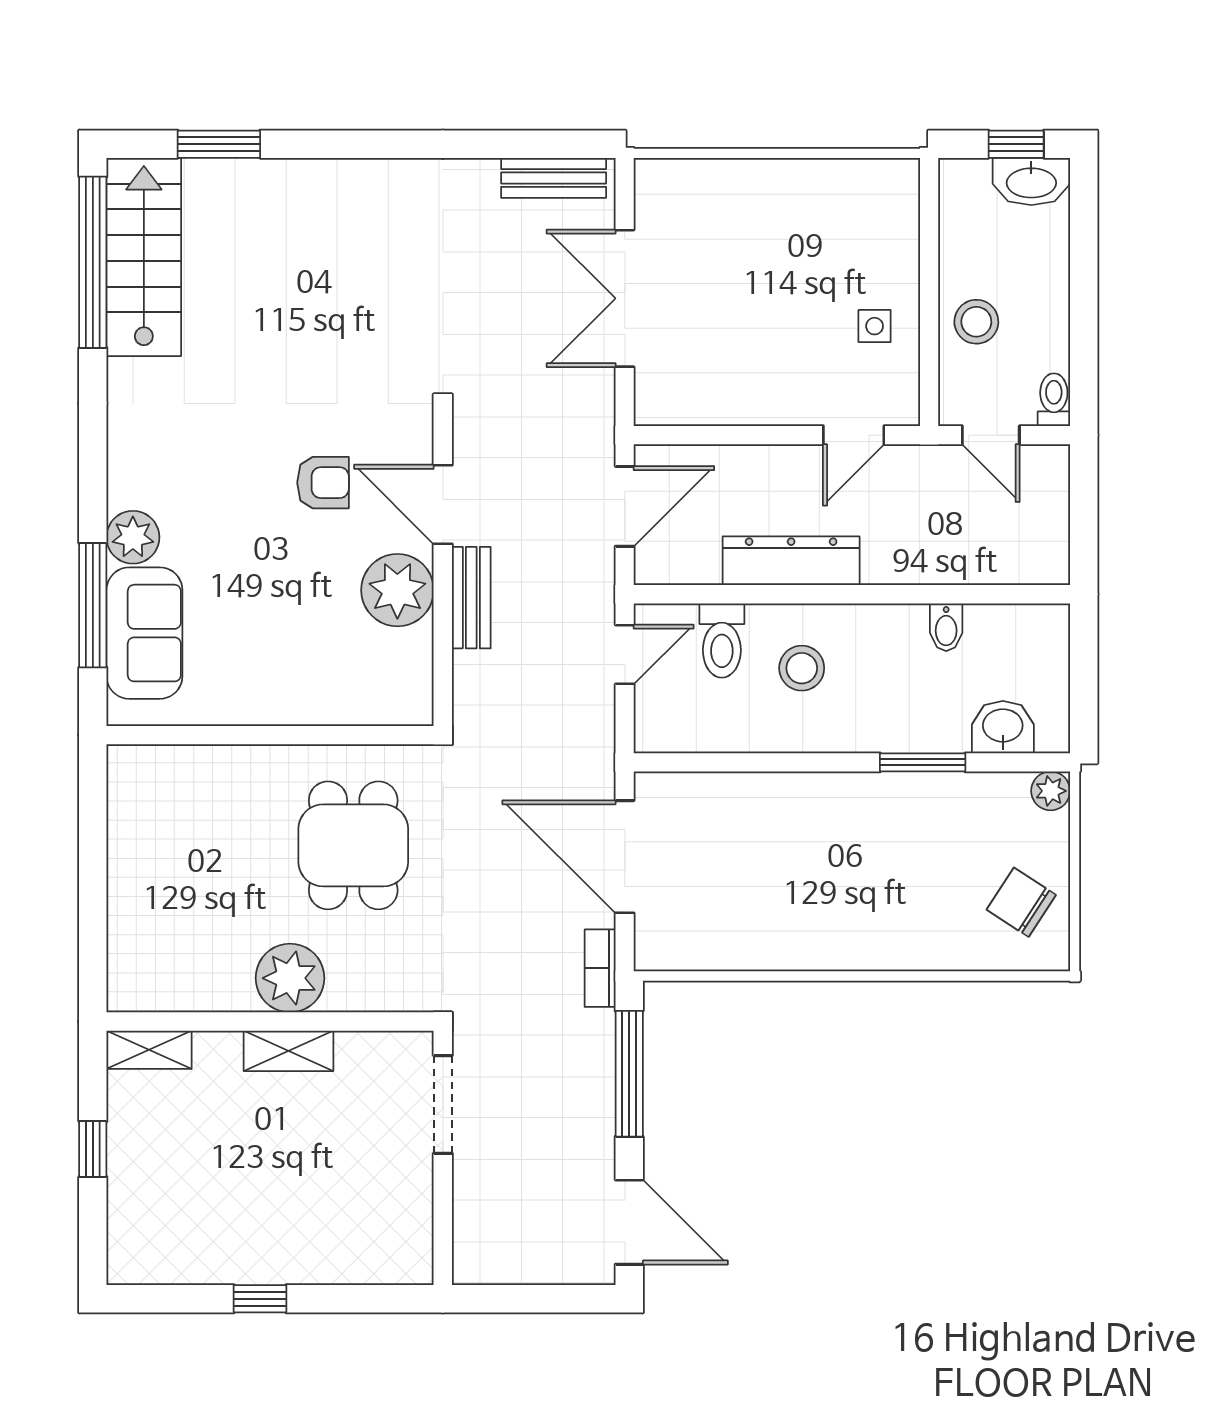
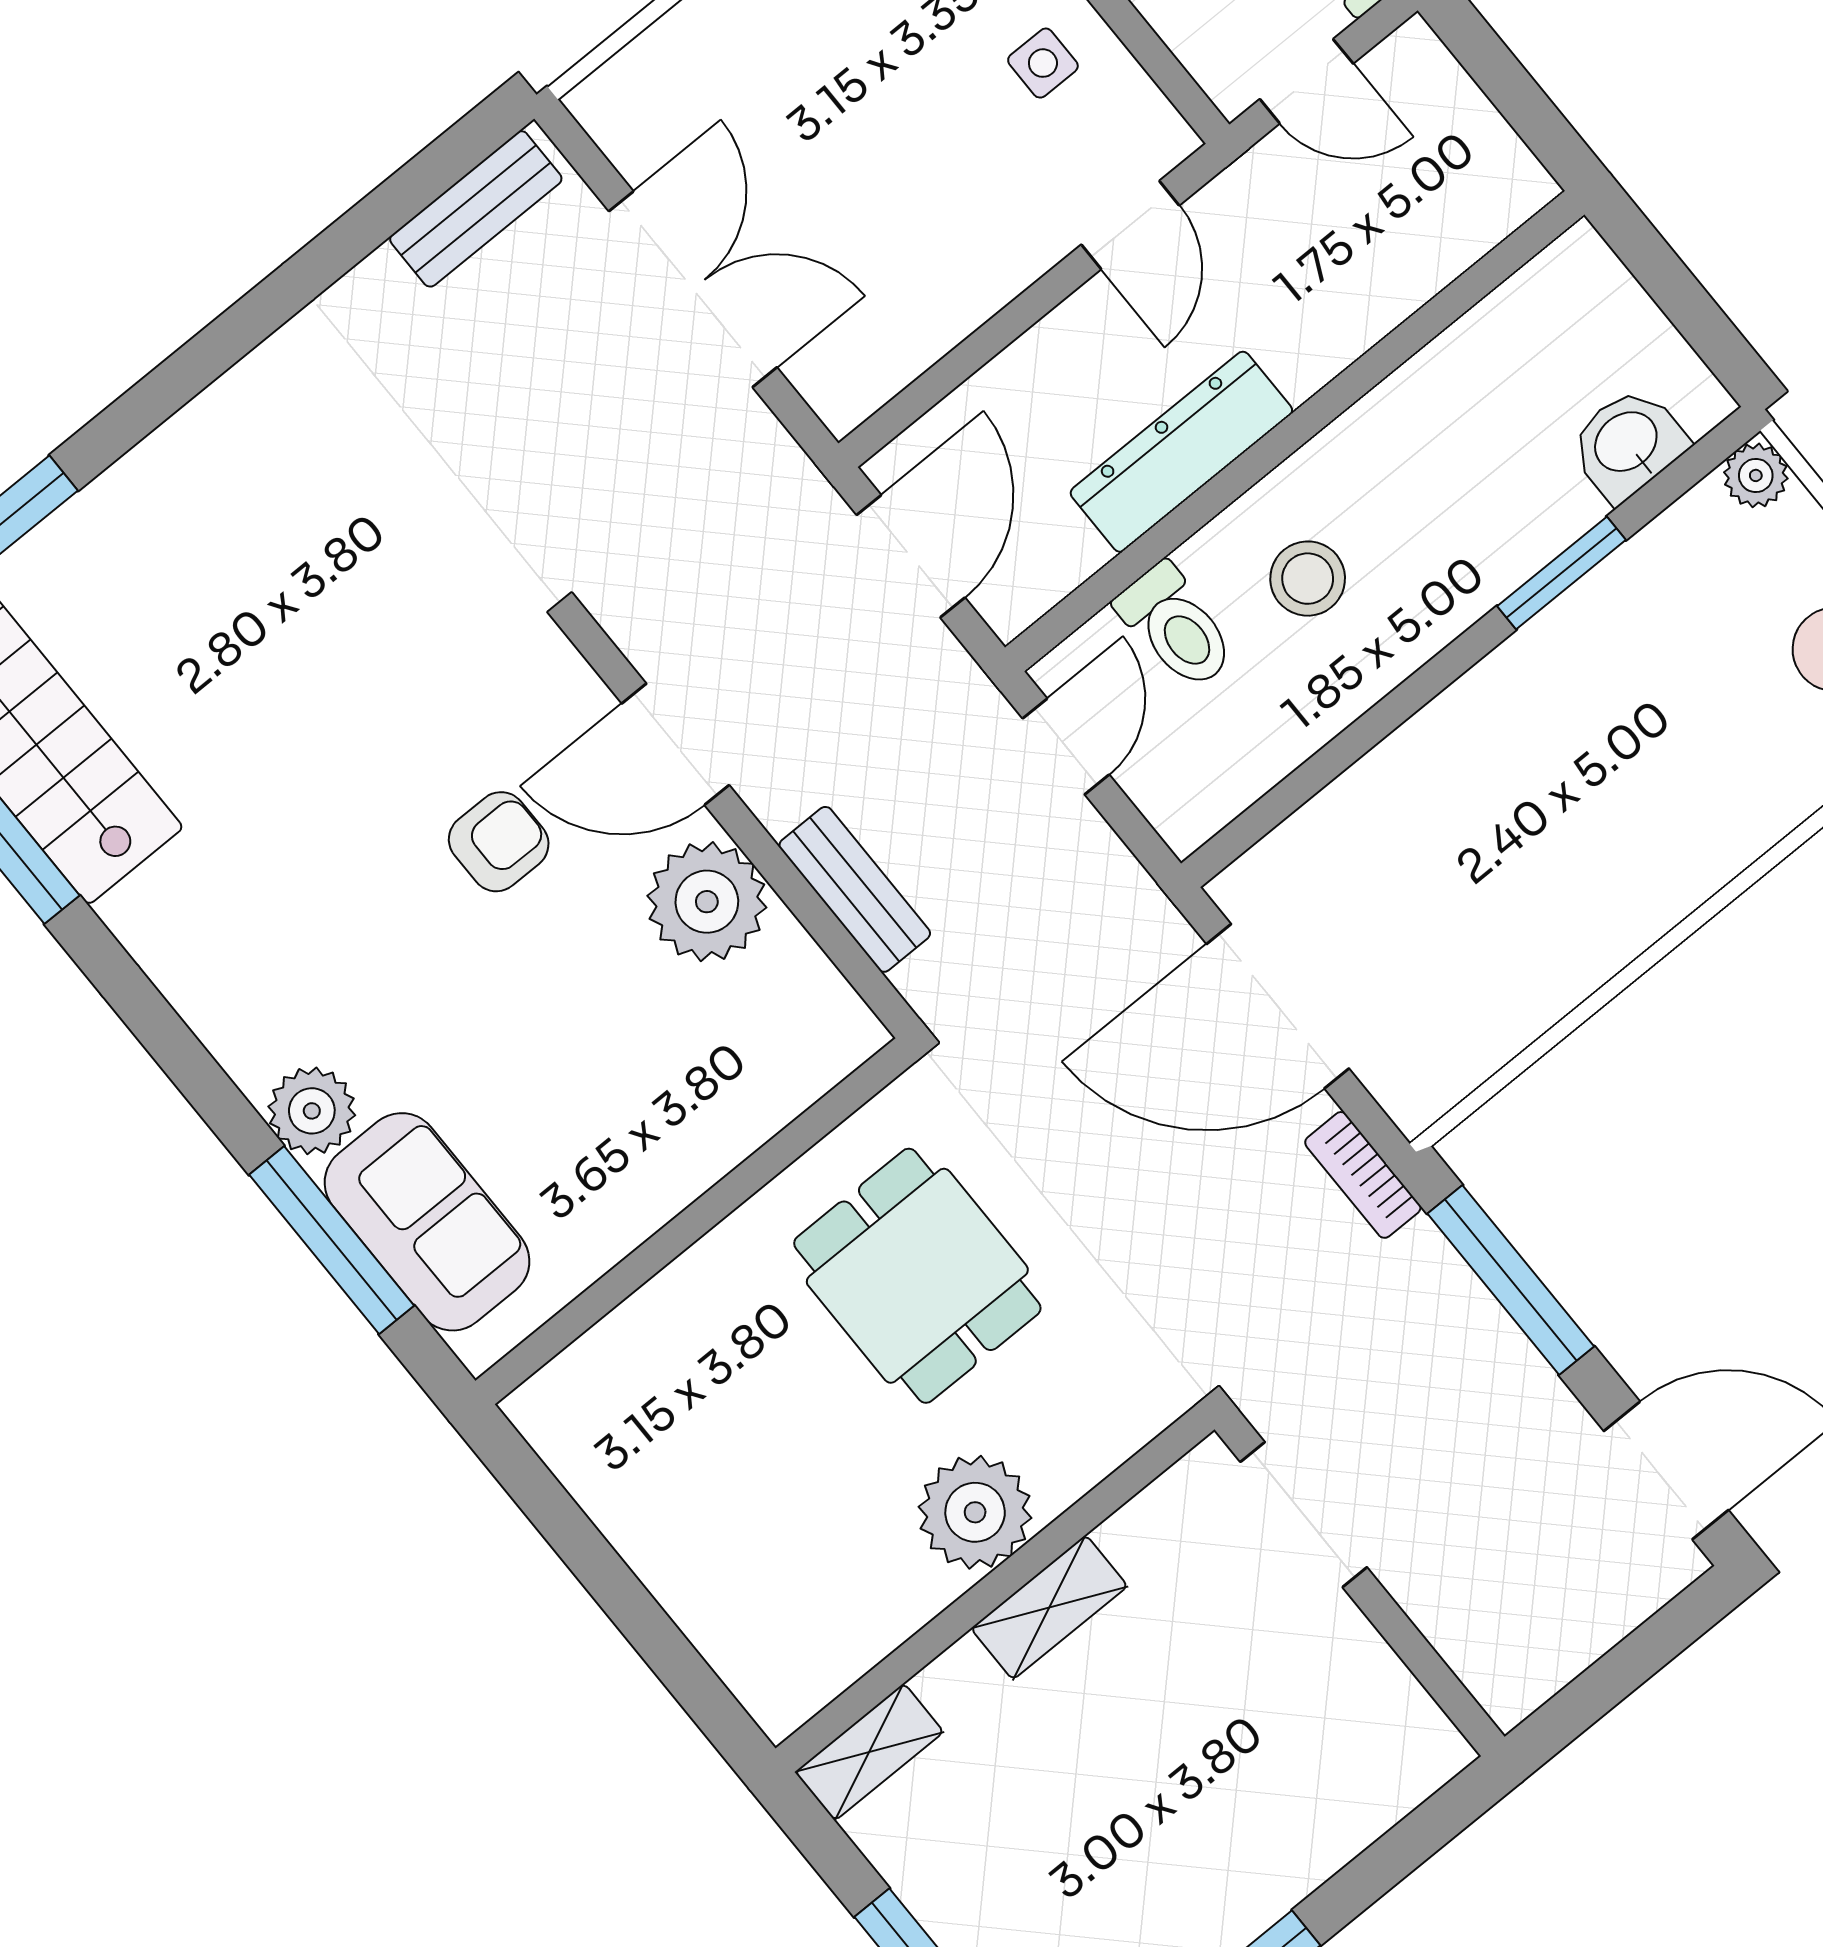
double door: (625, 298) -> (693, 289), swing flipped
bench: (471, 598) -> (855, 889), moved
bidet: (946, 627) -> (1450, 375), removed

